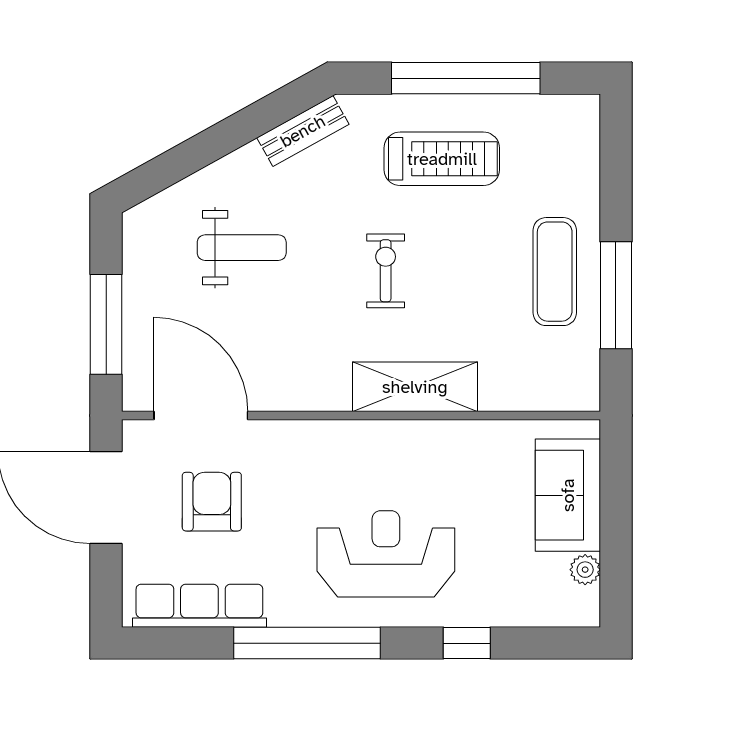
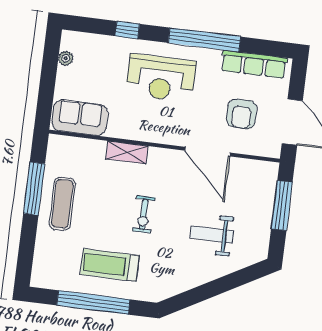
bench: (303, 131) -> (175, 287), removed
shelving: (415, 387) -> (127, 153), width x0.67, depth x0.75
door: (201, 416) -> (208, 152), moved
sofa: (568, 495) -> (80, 118), moved, turned -90

